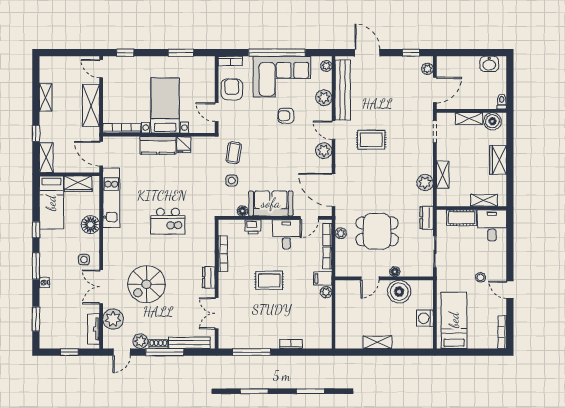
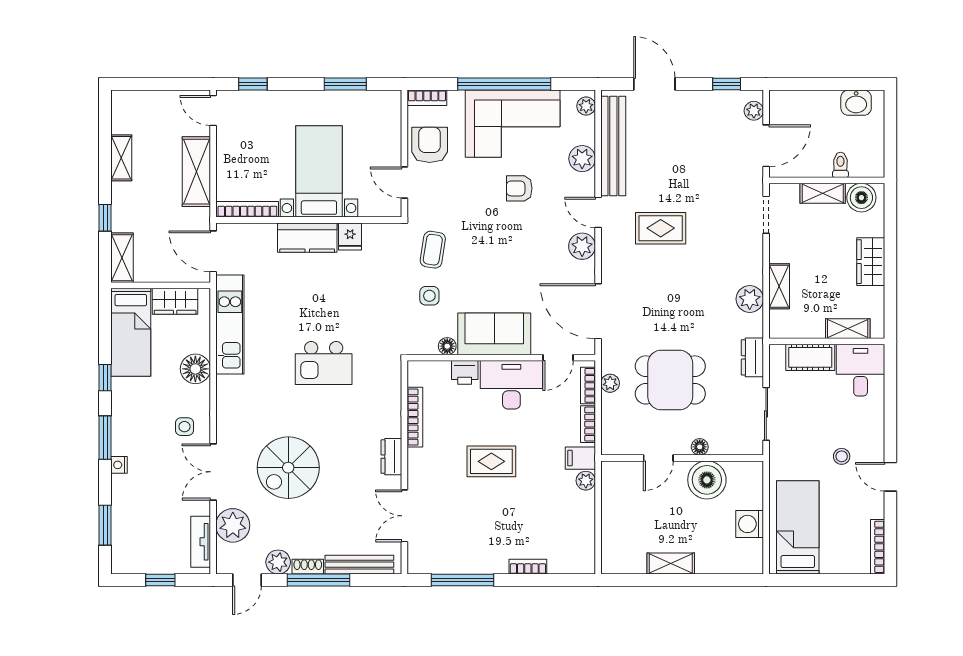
toilet: (502, 101) -> (840, 165), moved
desk: (286, 234) -> (511, 385), width x1.37

